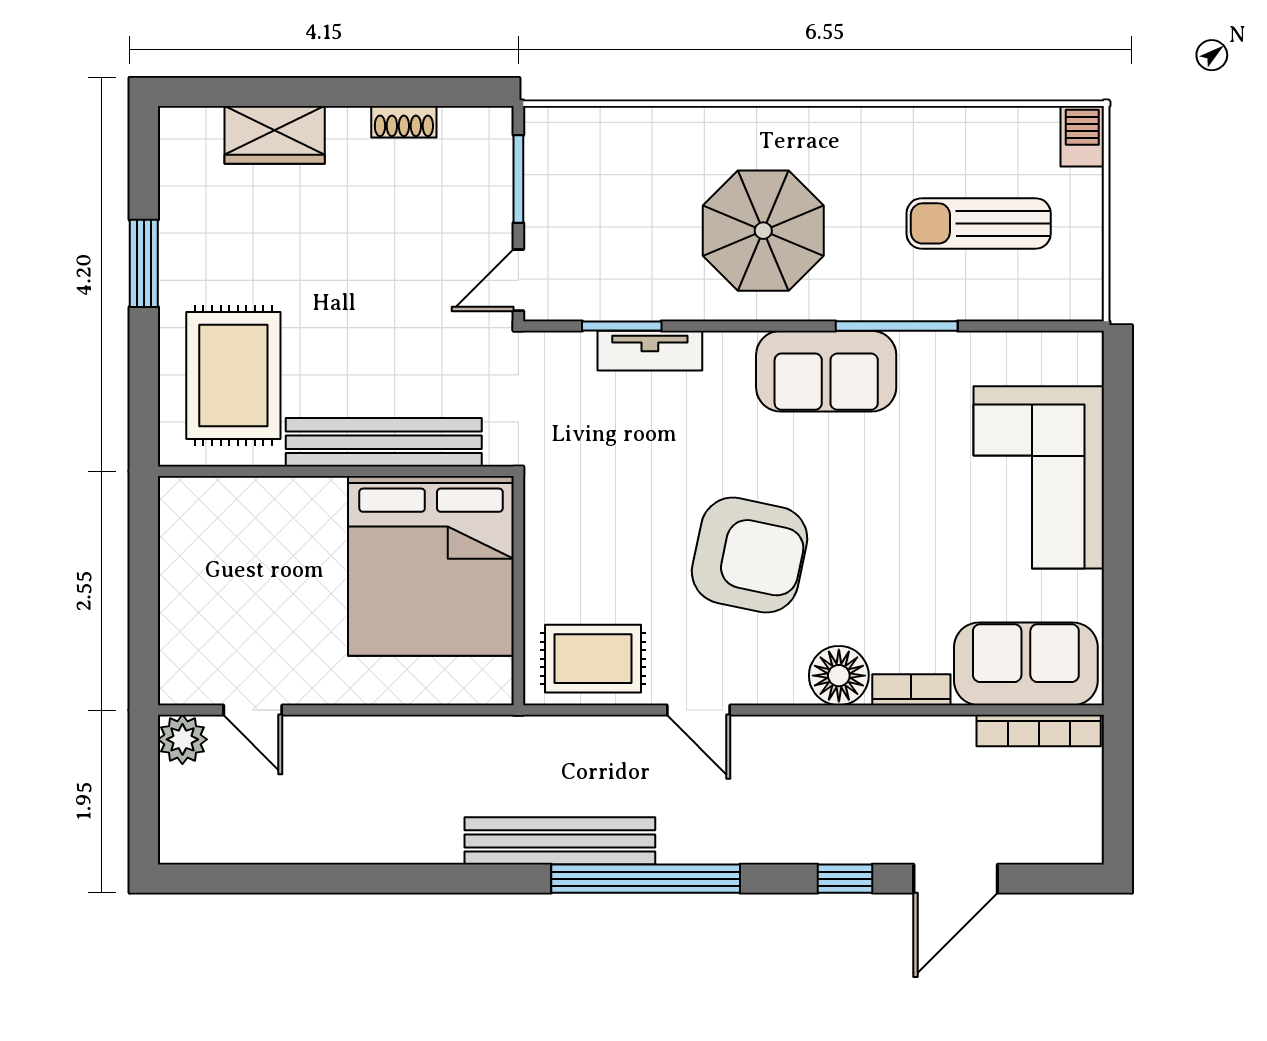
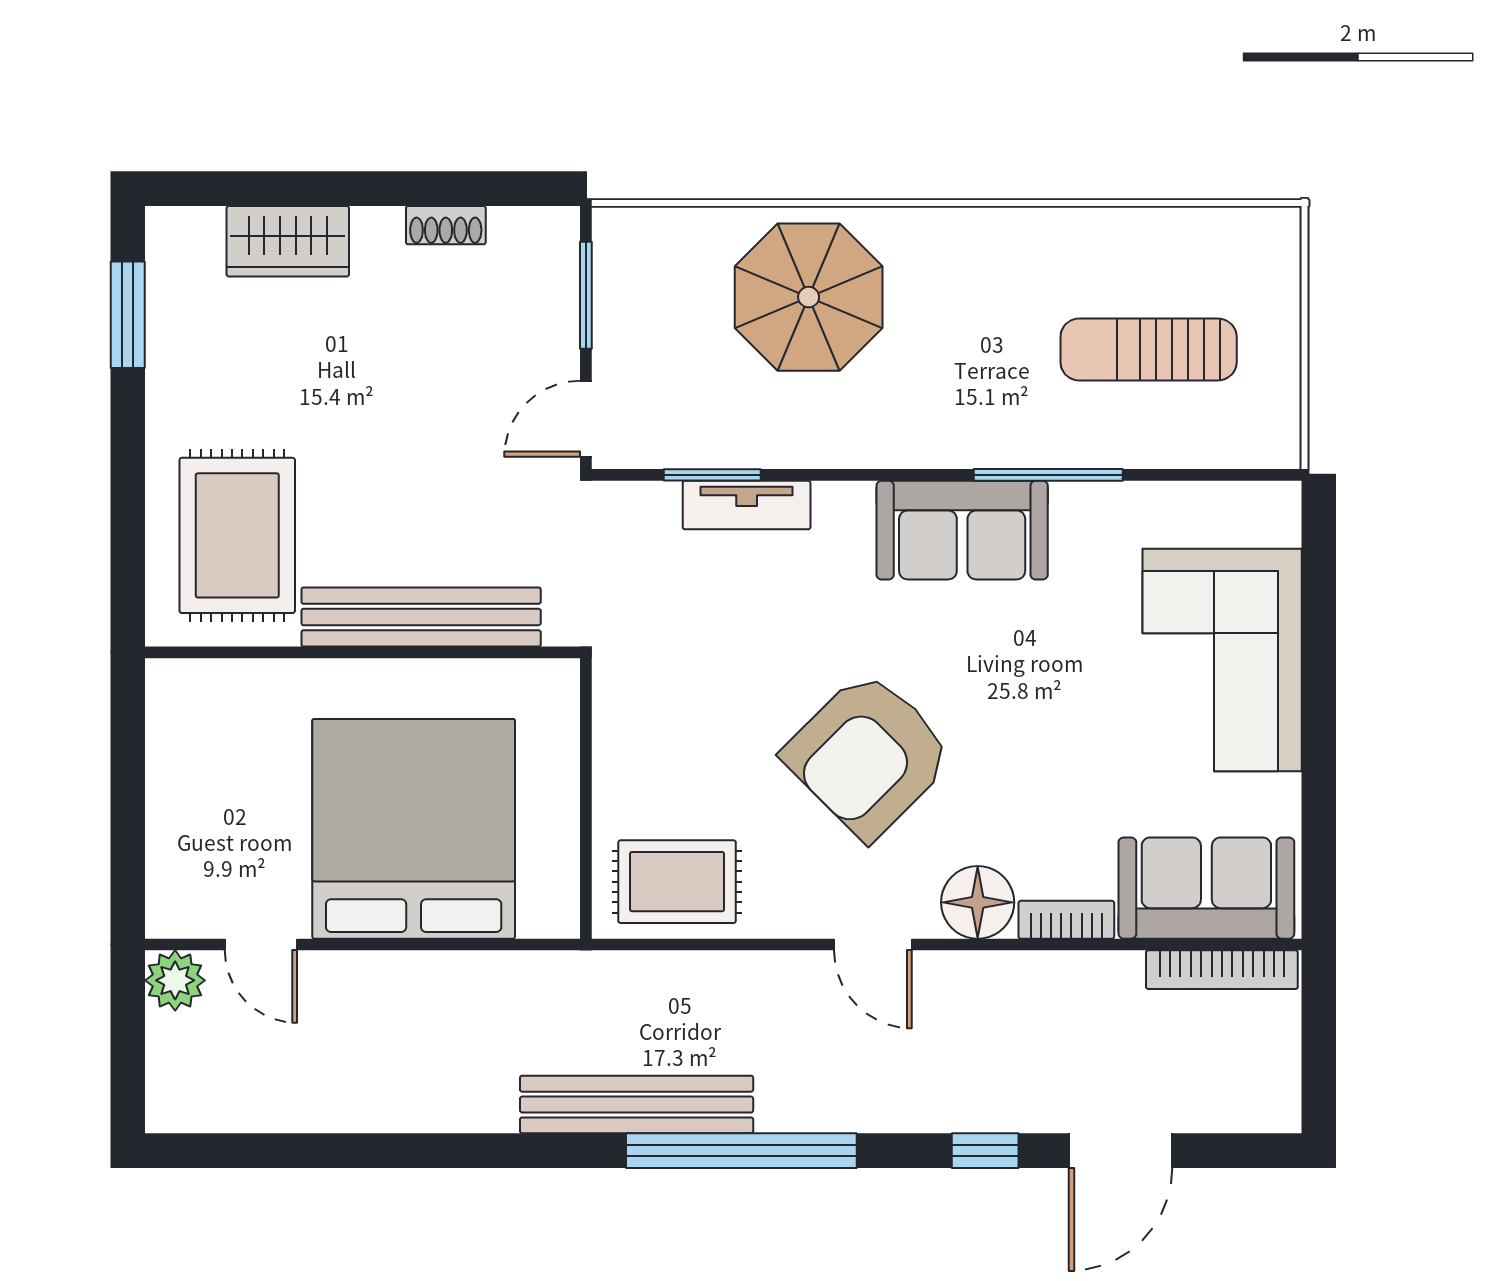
barbecue: (1082, 136) -> (1275, 243), removed
parasol: (763, 231) -> (809, 297), moved
window: (144, 263) -> (128, 315), moved
armchair: (750, 555) -> (868, 755), turned 123
bed: (431, 566) -> (414, 829), moved, turned 180
door: (698, 710) -> (873, 945), moved

